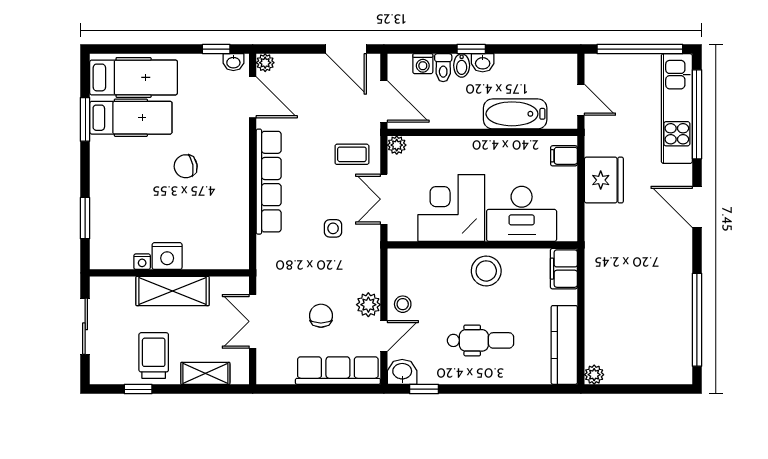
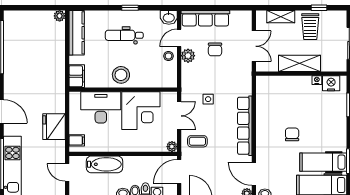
door: (384, 101) -> (179, 171), hinge flipped
chair: (186, 166) -> (292, 134), turned -80
nightstand: (167, 256) -> (331, 83), moved
window: (424, 389) -> (130, 8), moved

